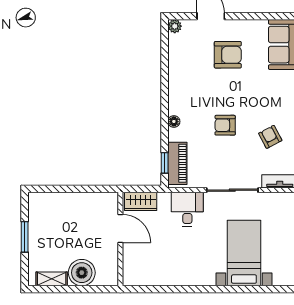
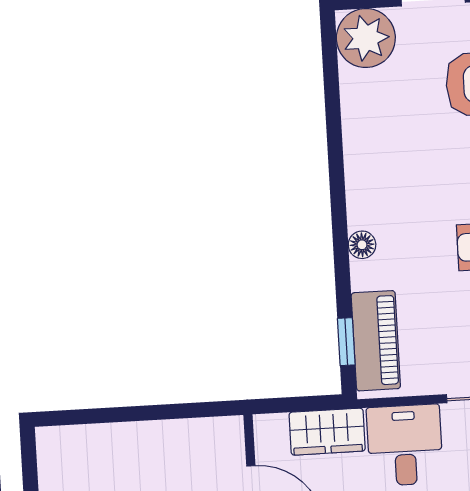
plant: (175, 26) -> (366, 38), width x1.87, depth x1.87
wardrobe: (141, 201) -> (327, 432), moved

